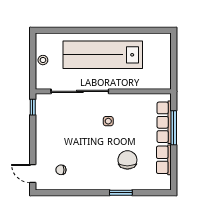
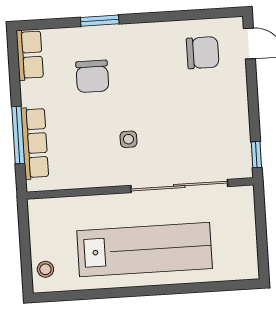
stool: (43, 60) -> (45, 269), moved
row of seats: (164, 160) -> (30, 55), moved
chair: (61, 170) -> (203, 53), width x1.87, depth x1.87

